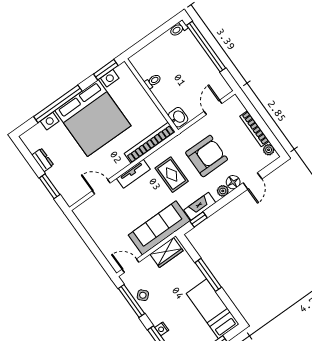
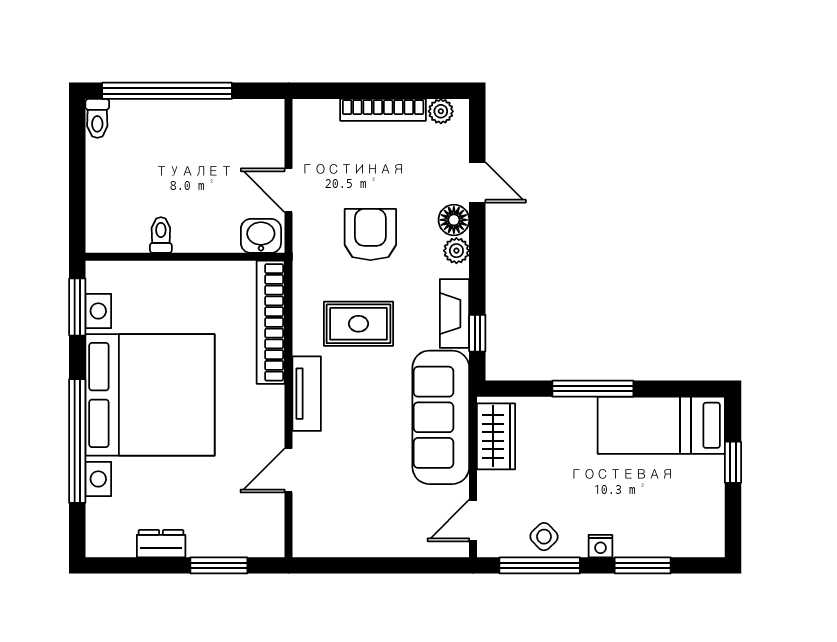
door: (213, 107) -> (289, 190), moved
armchair: (207, 156) -> (370, 235), width x0.73, depth x0.73
nightstand: (162, 329) -> (600, 546), moved

